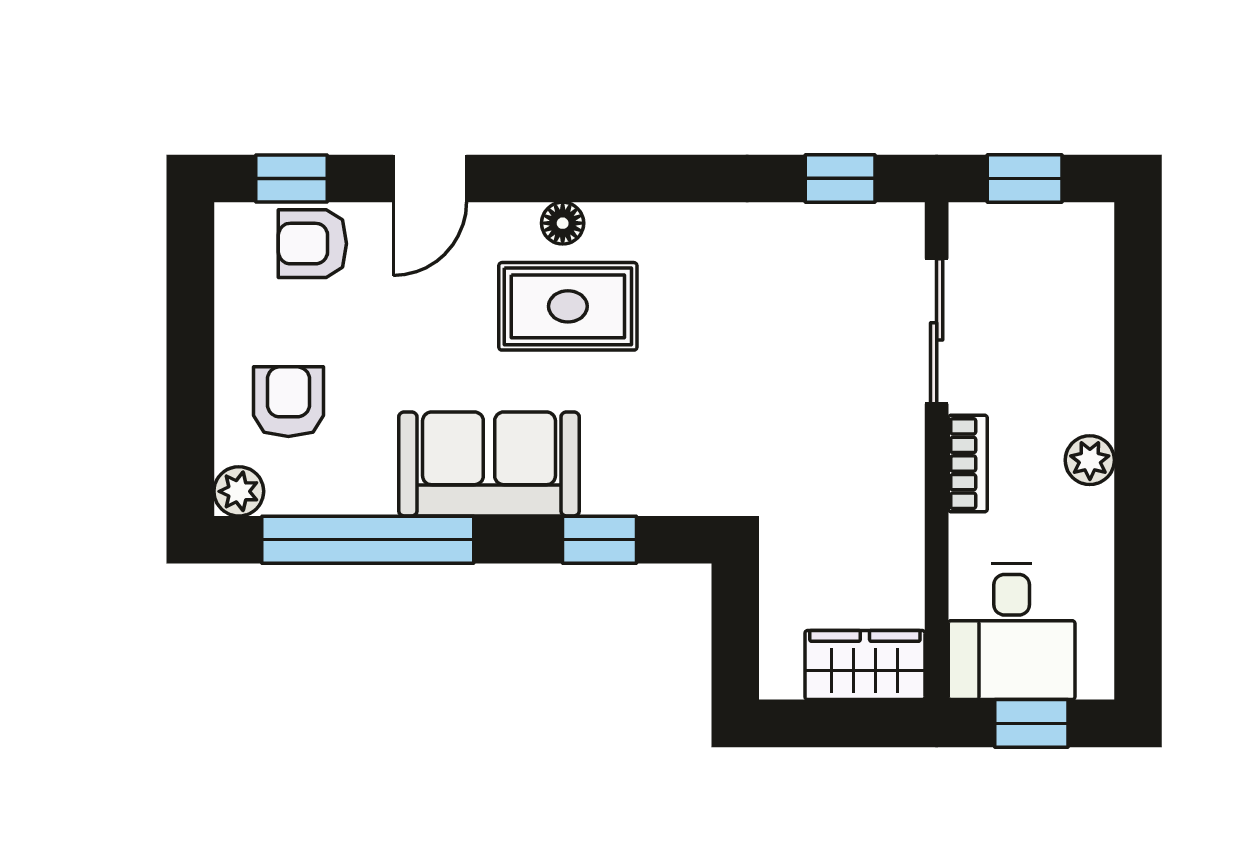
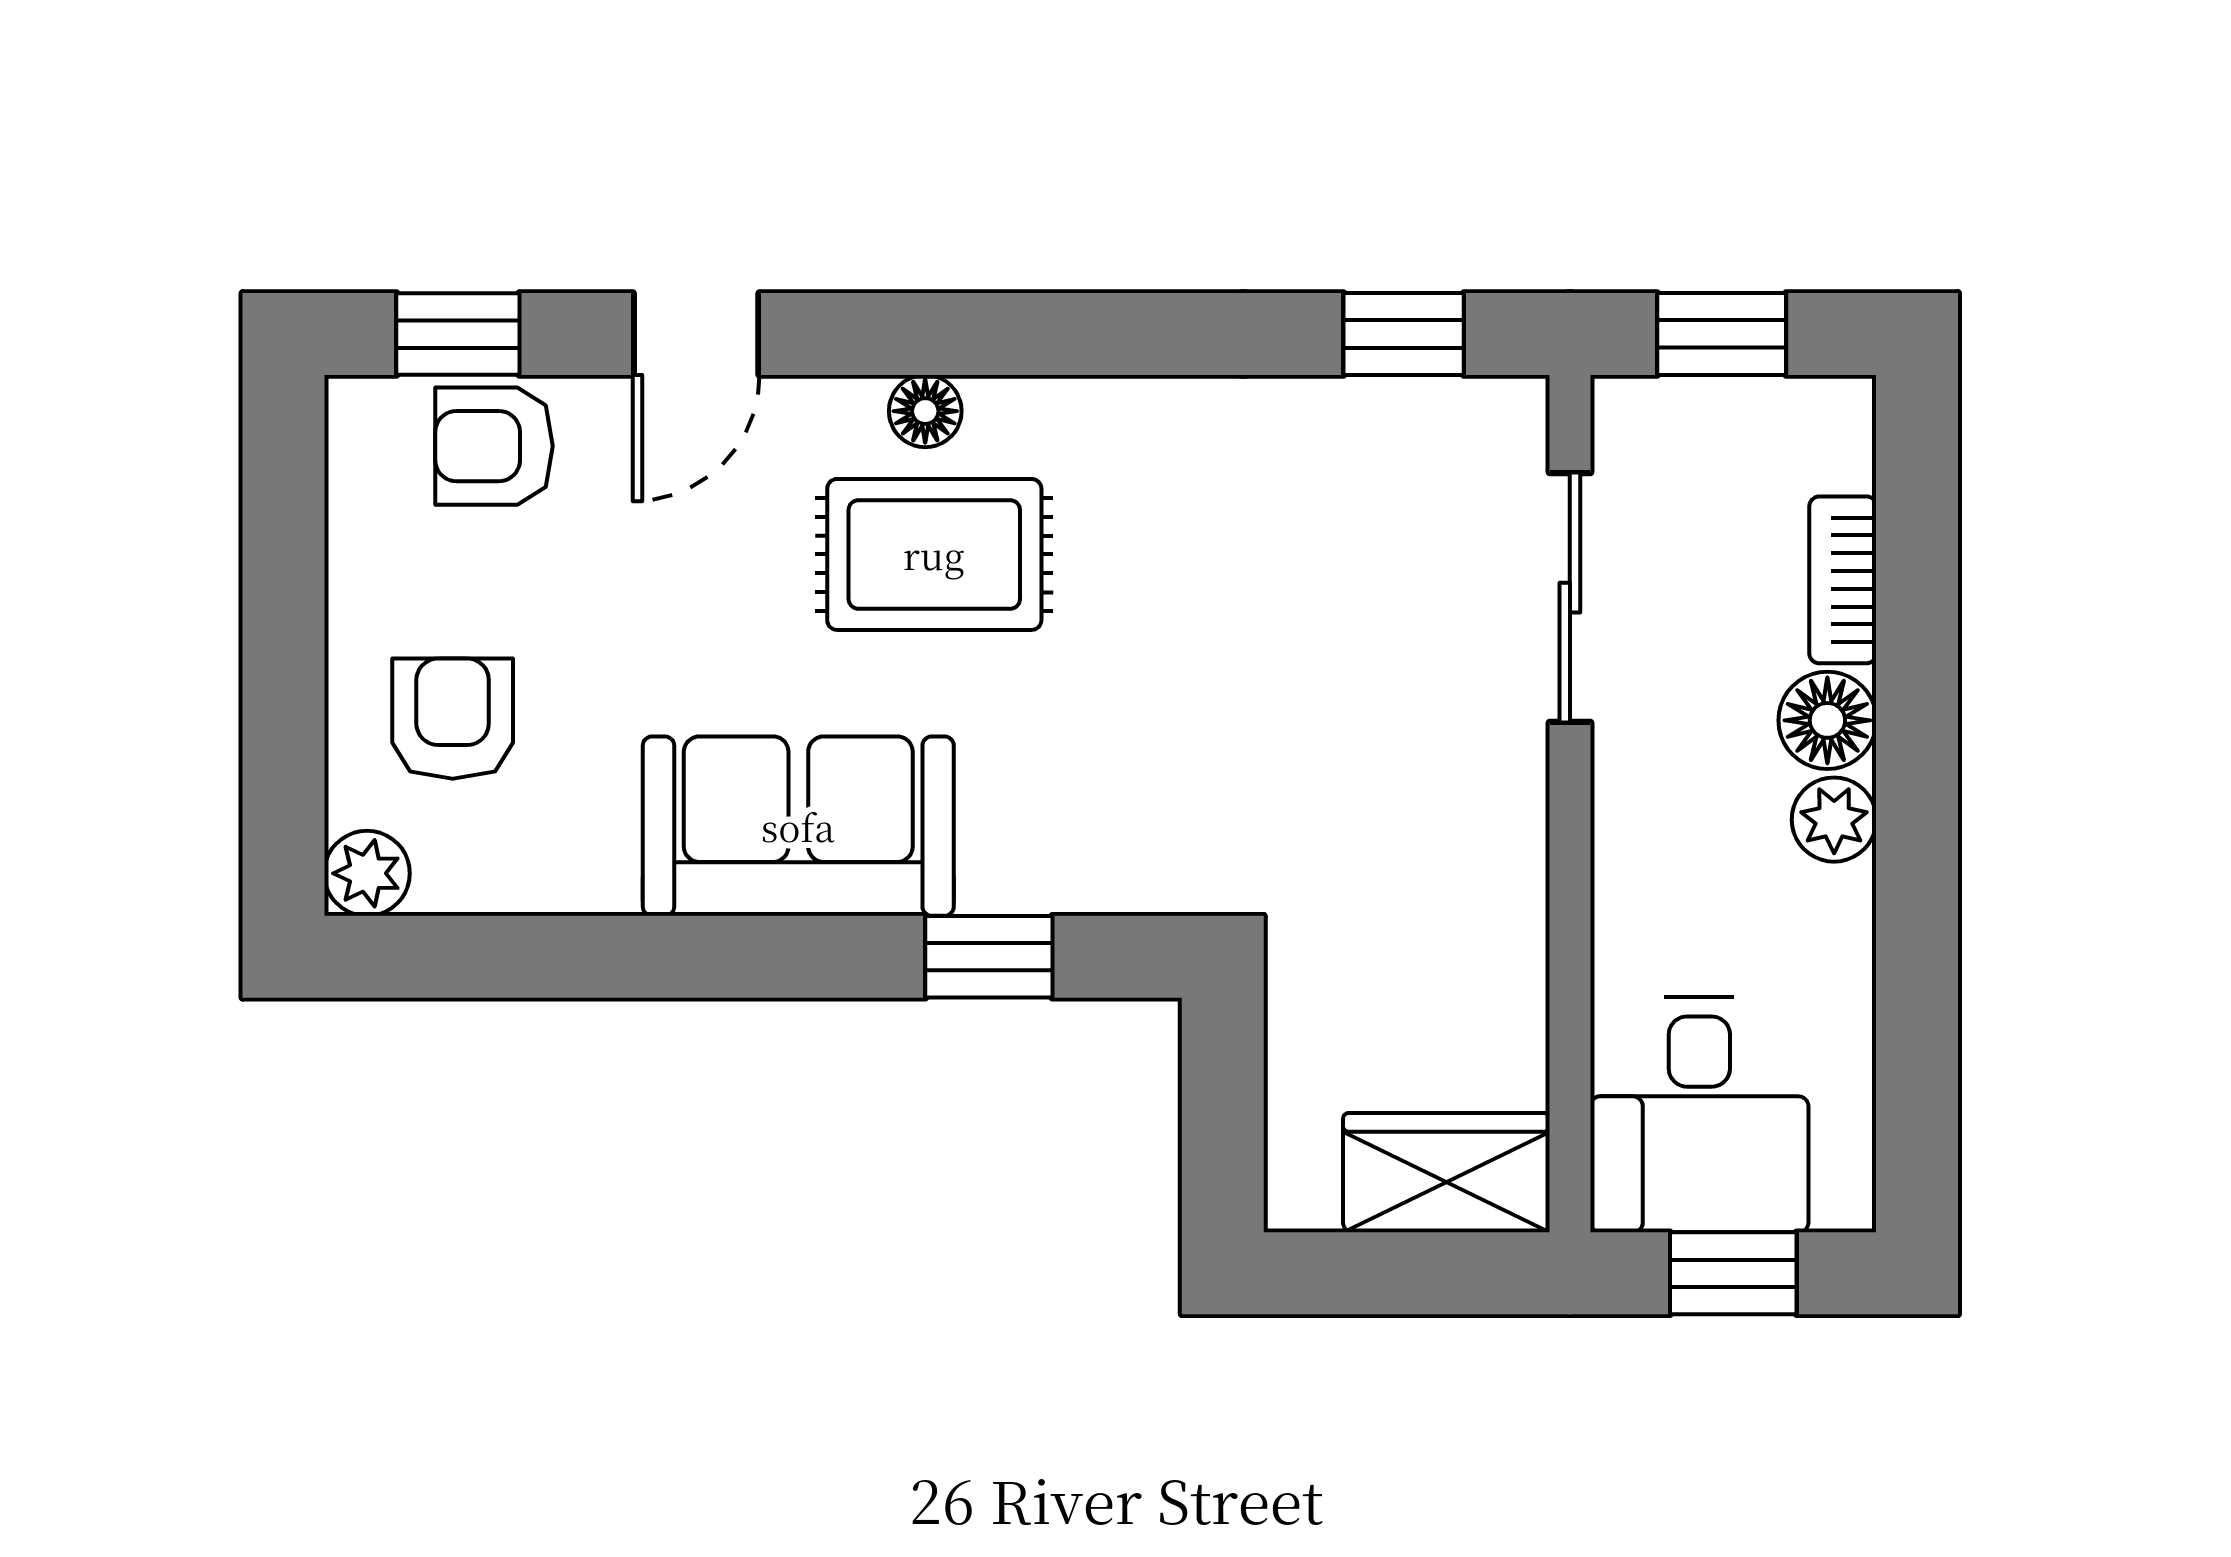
floor lamp: (1086, 403) -> (1827, 720), added
bookcase: (968, 464) -> (1843, 580), moved, turned 180
window: (368, 540) -> (589, 957), removed

